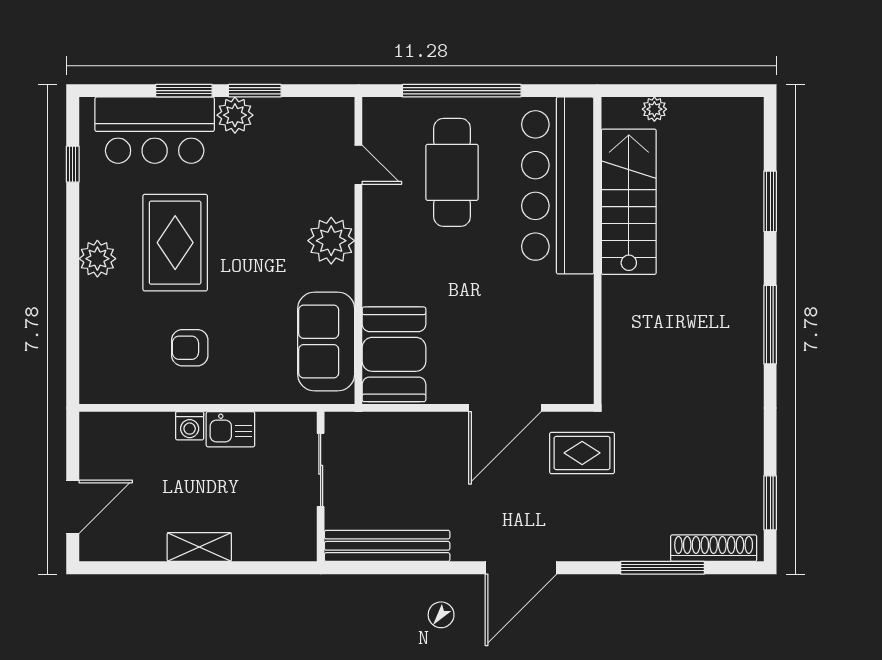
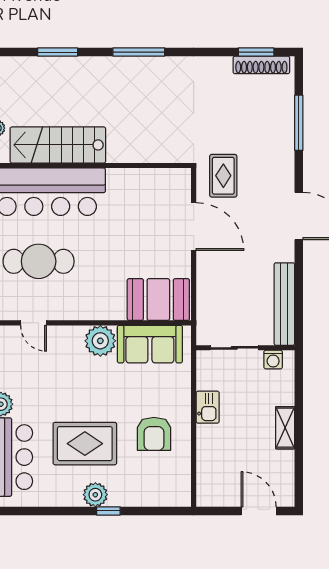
window: (73, 164) -> (108, 511), moved
door: (358, 165) -> (33, 323), swing flipped
plant: (331, 241) -> (100, 341), moved
armchair: (190, 348) -> (154, 434), width x1.38, depth x1.38
washing machine: (190, 426) -> (273, 360), moved, turned 90
shoe rack: (714, 548) -> (261, 65), moved, turned -90

